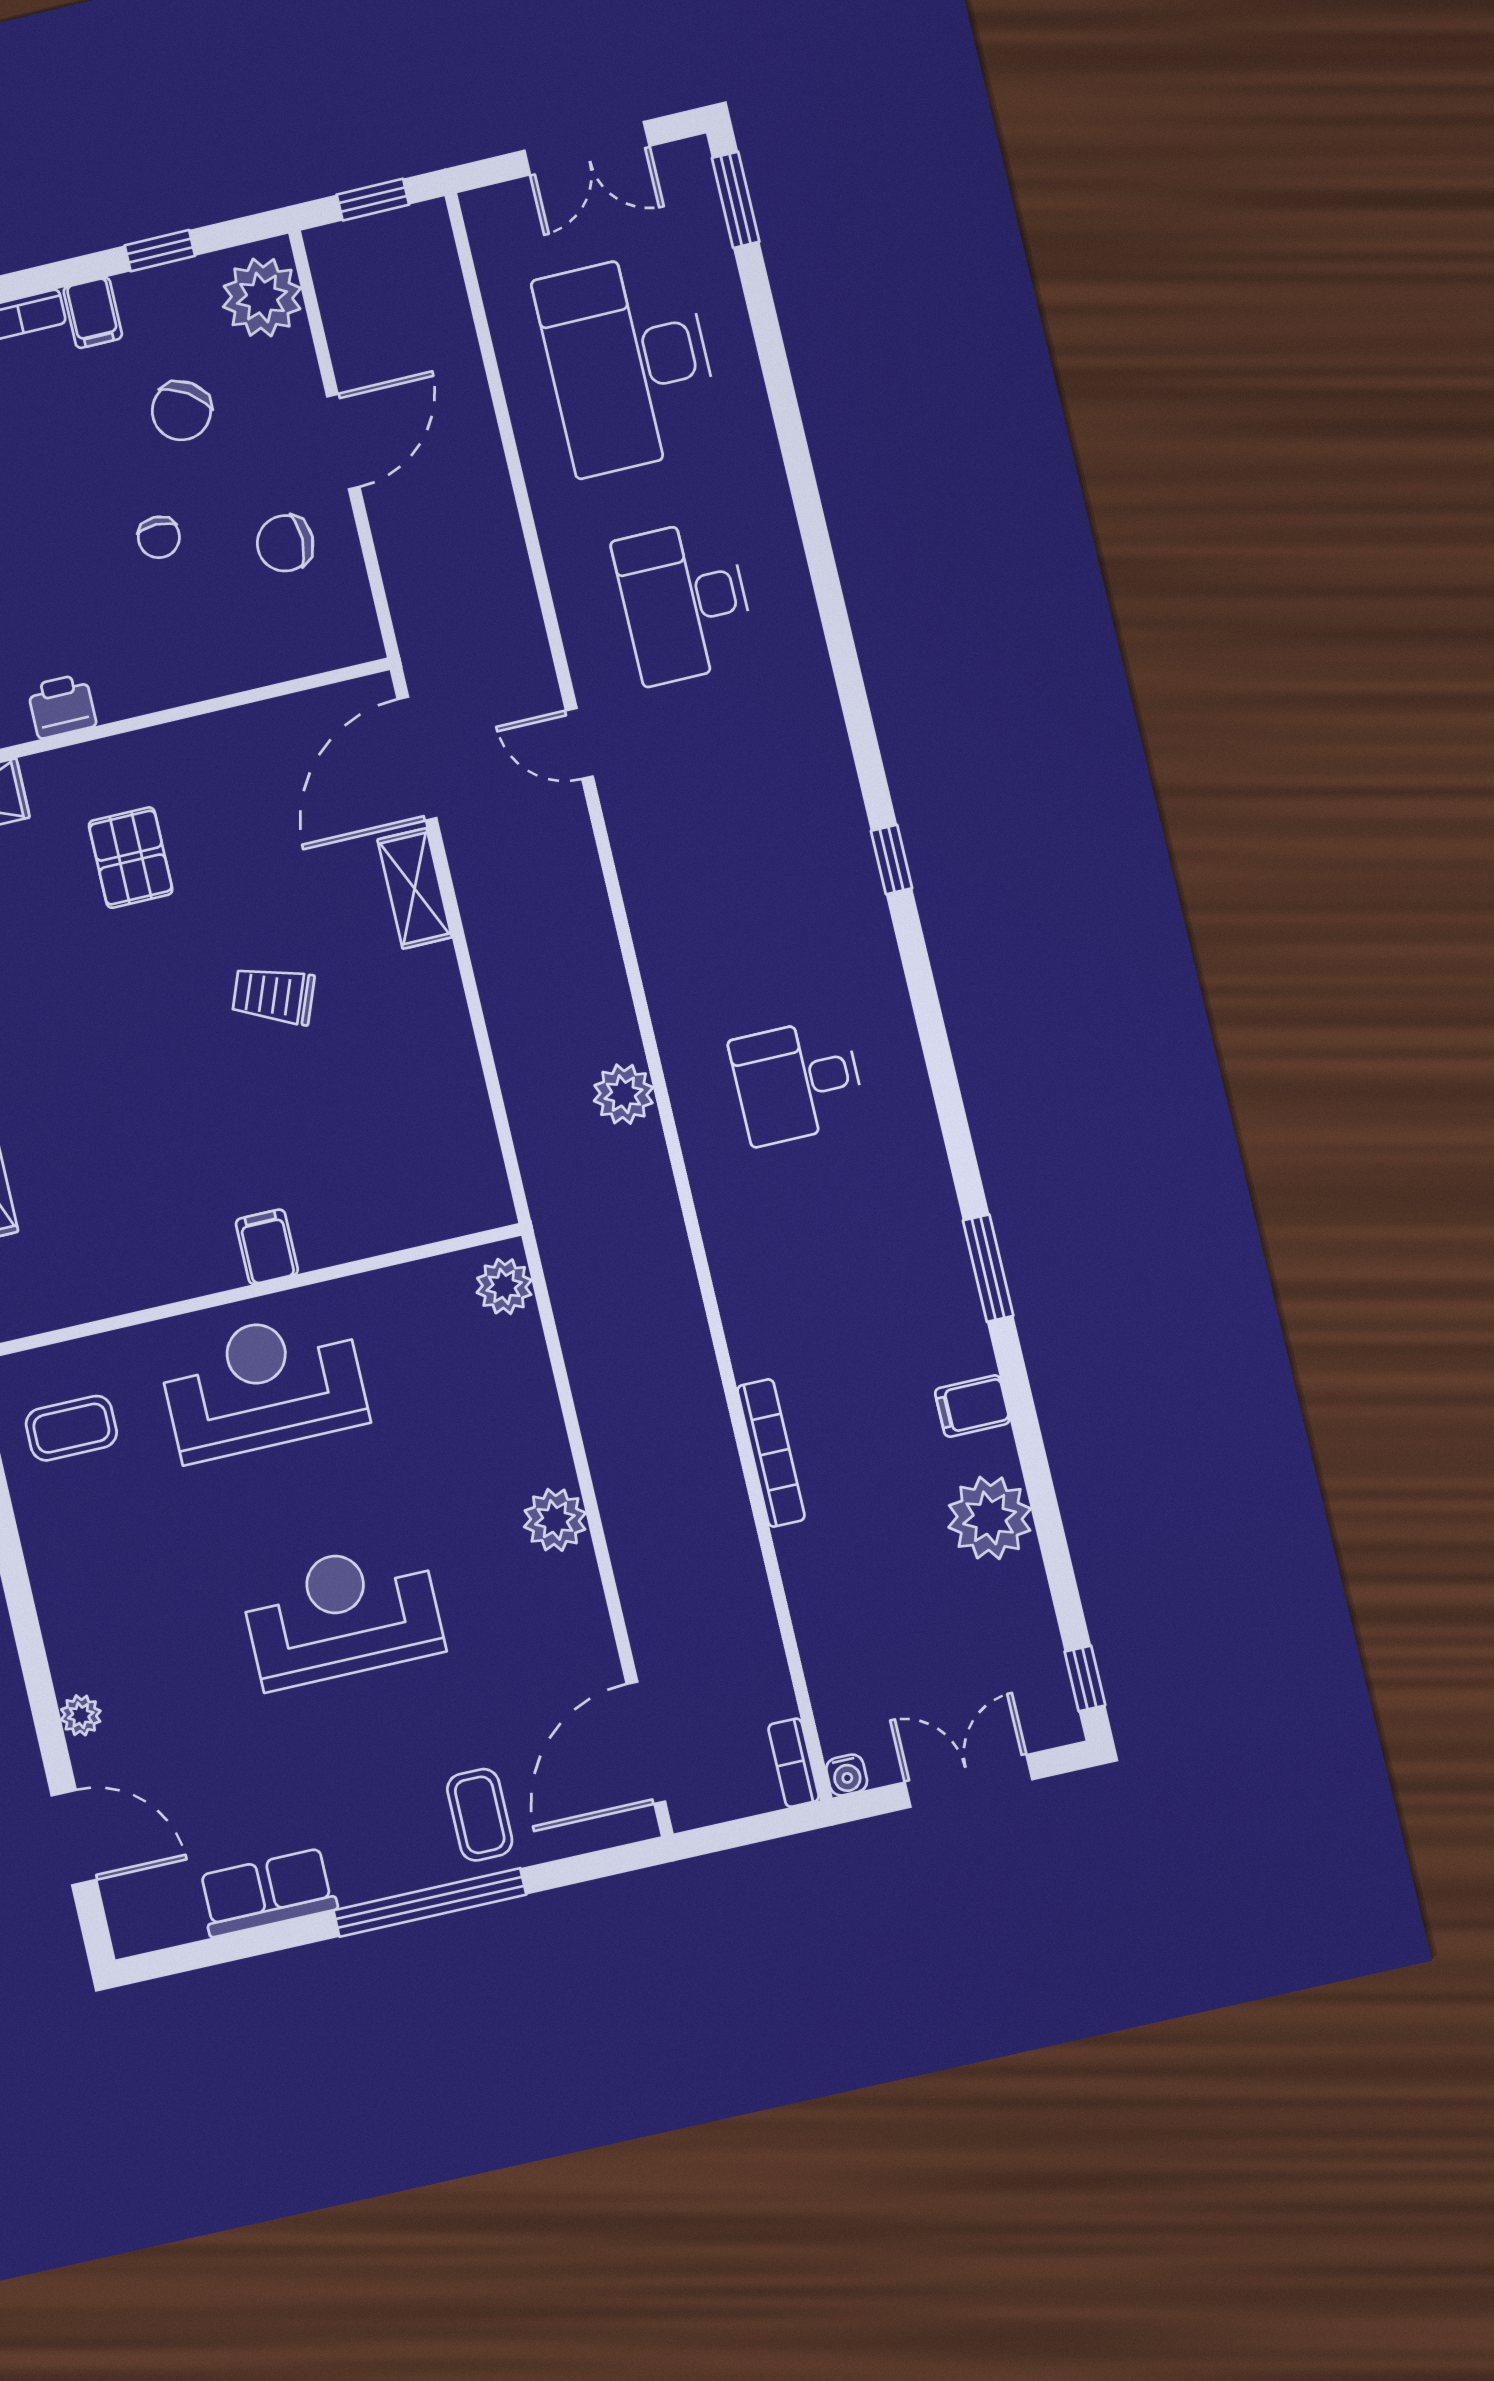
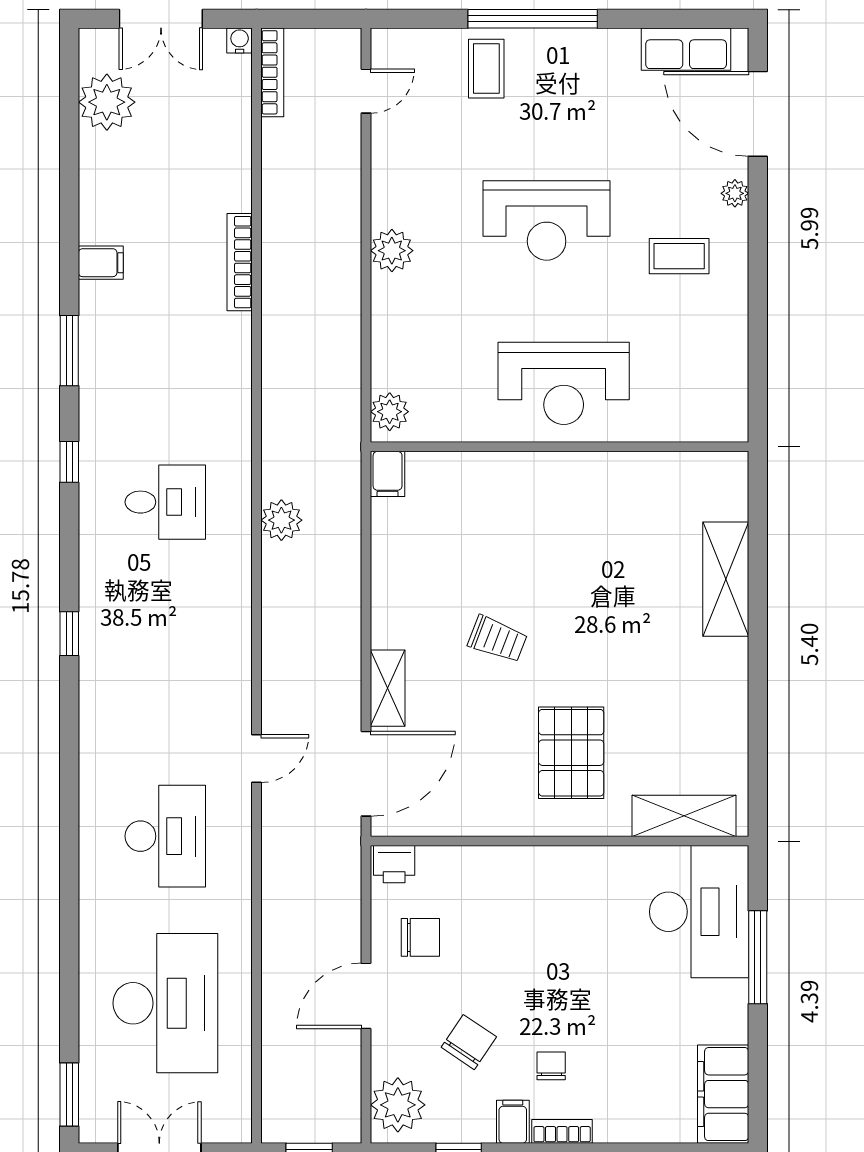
chair: (159, 537) -> (551, 1066), moved
printer: (62, 706) -> (394, 864), moved
door: (579, 743) -> (257, 758), hinge flipped
pallet: (131, 858) -> (571, 753), width x1.50, depth x1.42
filing cabinet: (267, 1247) -> (388, 474), moved
coffee table: (71, 1428) -> (679, 256), moved
plant: (990, 1518) -> (107, 102), moved
window: (1085, 1678) -> (69, 462), moved
door: (646, 1743) -> (366, 91), width x0.53
bookcase: (794, 1763) -> (272, 72), width x1.56
door: (74, 1838) -> (758, 114), width x1.36
row of seats: (267, 1893) -> (686, 49), moved

